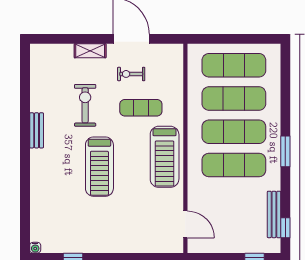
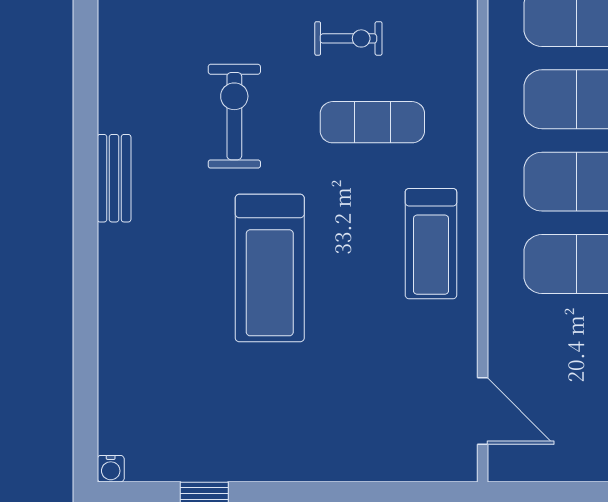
exercise bike: (131, 74) -> (348, 38), turned 180
treadmill: (165, 157) -> (431, 244), width x0.73, depth x0.73

